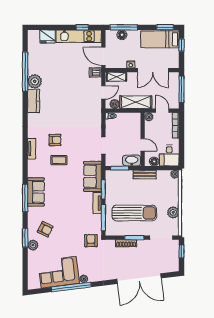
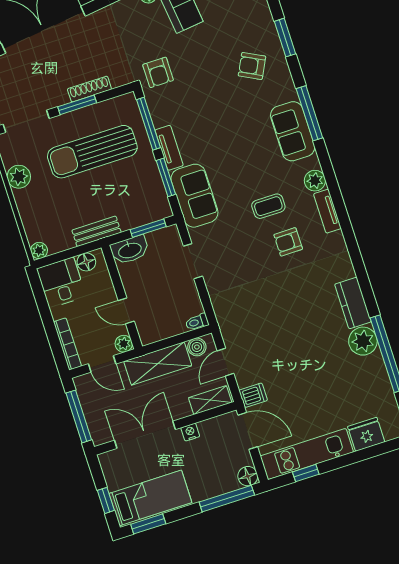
floor lamp: (122, 35) -> (248, 476), moved
door: (143, 145) -> (126, 311), moved
plant: (33, 245) -> (315, 181), moved

